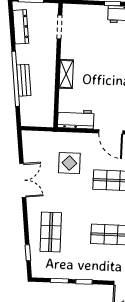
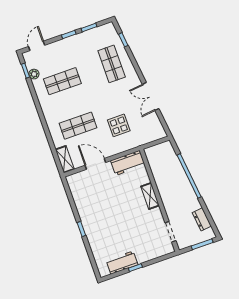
dresser: (21, 27) -> (202, 219), width x0.70
bench: (24, 80) -> (182, 177), removed

